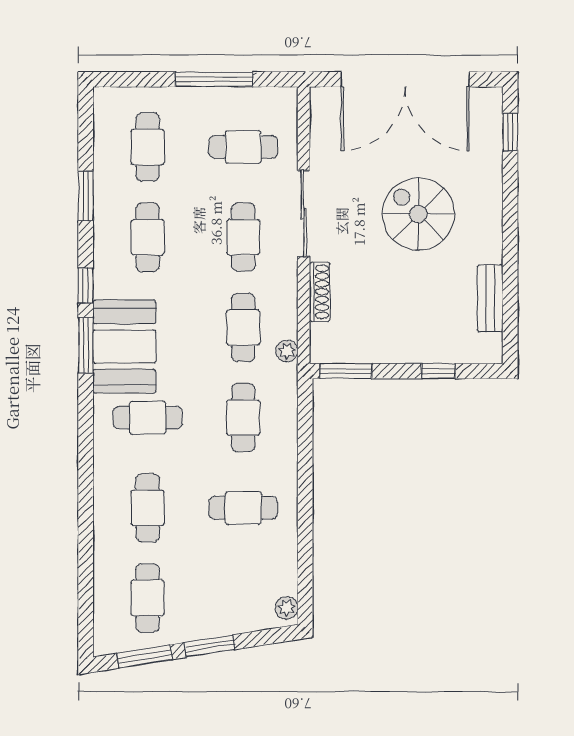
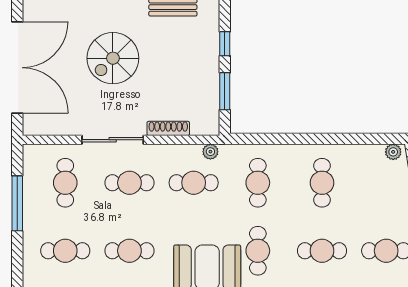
window: (346, 371) -> (225, 91), moved
cafe table: (243, 418) -> (258, 183), turned 90

